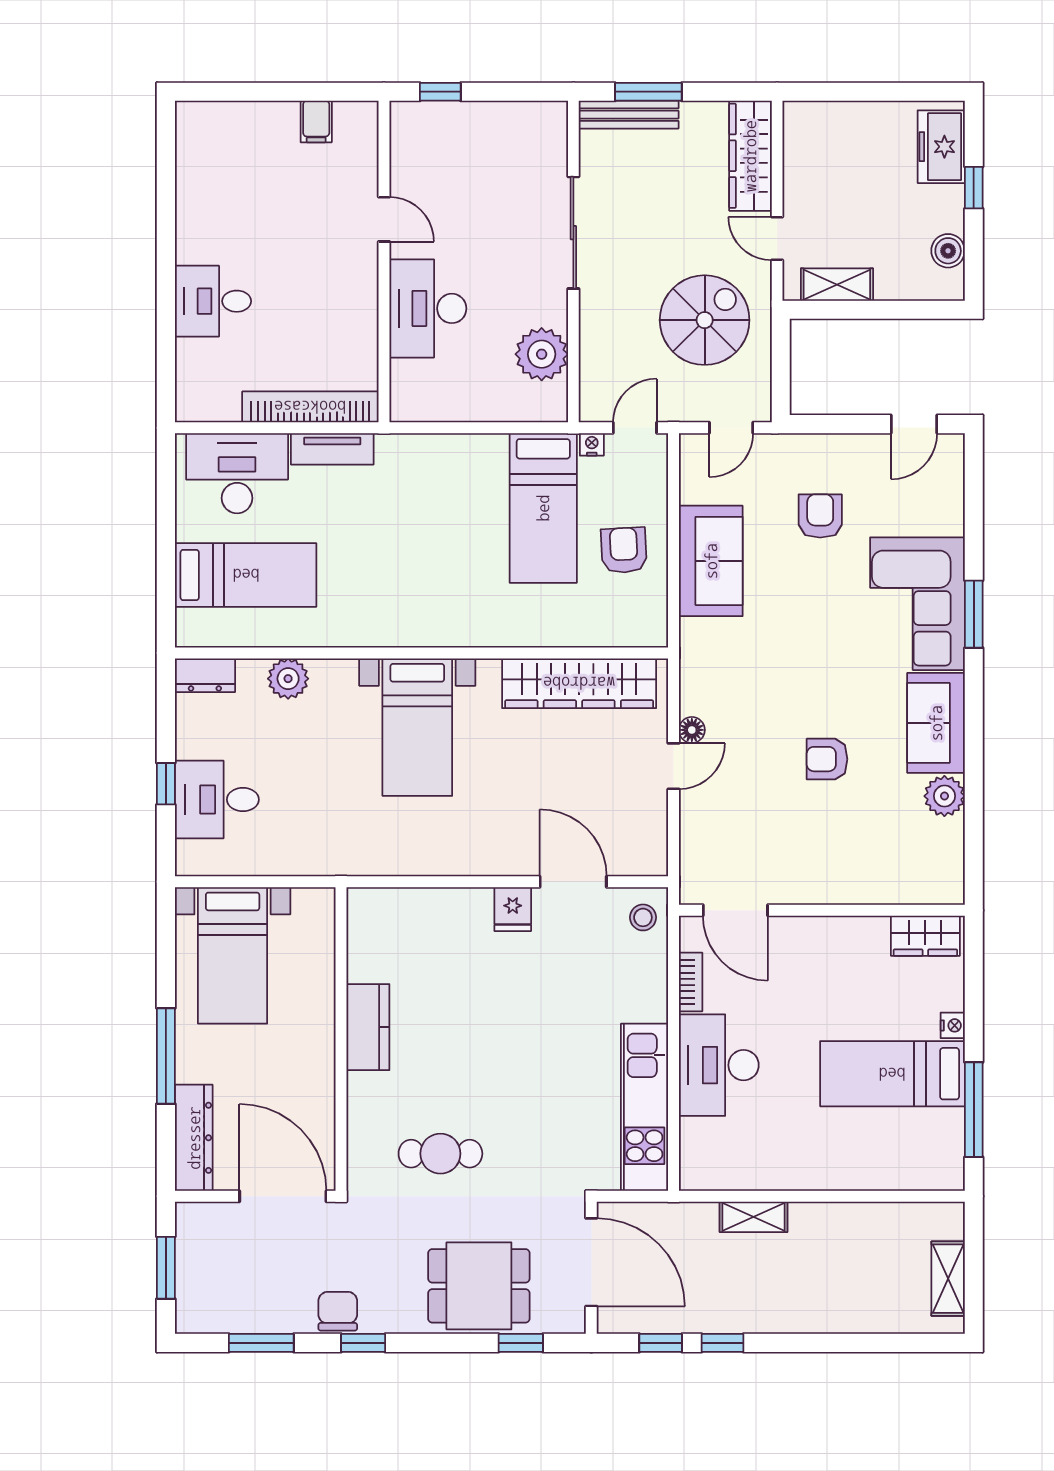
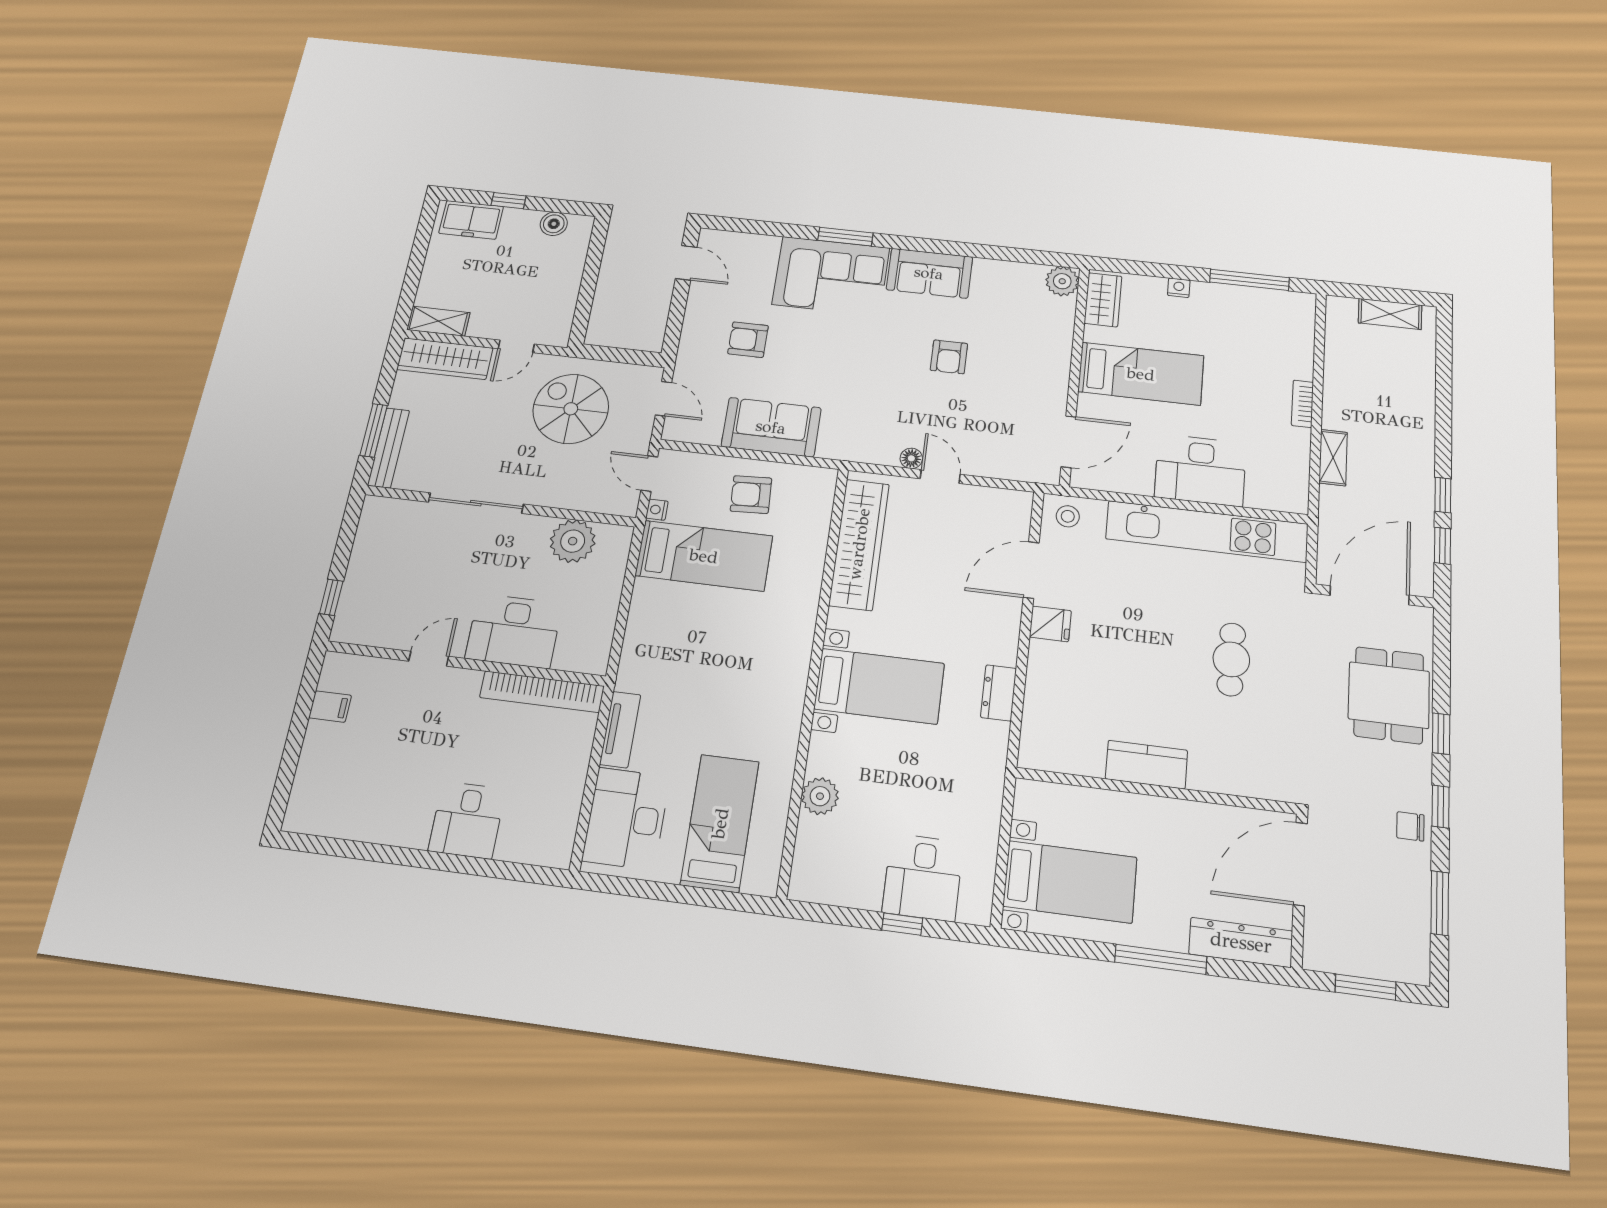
shelving: (837, 285) -> (438, 321), moved, turned 90
bookcase: (310, 407) -> (542, 692), moved, turned -90
dresser: (205, 675) -> (999, 693), moved, turned 180
plant: (944, 796) -> (1062, 281), moved
bookcase: (691, 982) -> (1302, 404), moved, turned -90
bed: (892, 1074) -> (1141, 374), moved, turned -90
kitchen unit: (645, 1107) -> (1207, 531), width x1.36
cafe table: (440, 1154) -> (1231, 659), moved
chair: (338, 1311) -> (1410, 826), width x0.73, depth x0.73
window: (521, 1343) -> (1441, 734), moved

